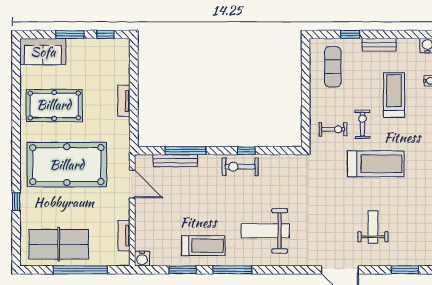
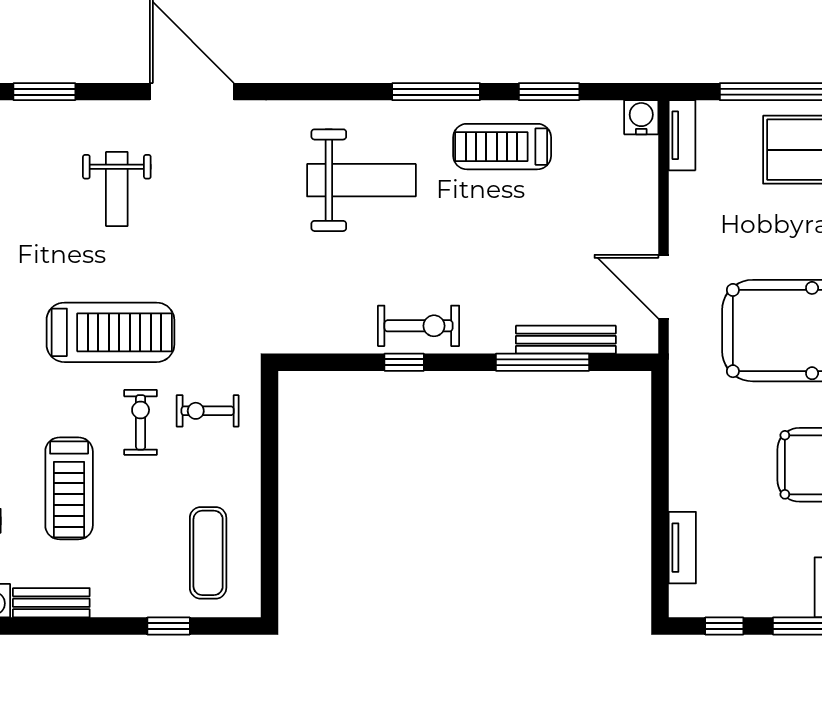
bench: (379, 45) -> (51, 603), moved
tv unit: (124, 101) -> (682, 548), moved
exercise bike: (362, 124) -> (141, 422), turned 180
treadmill: (376, 164) -> (110, 332), turned 180
tv unit: (124, 236) -> (682, 135), moved

